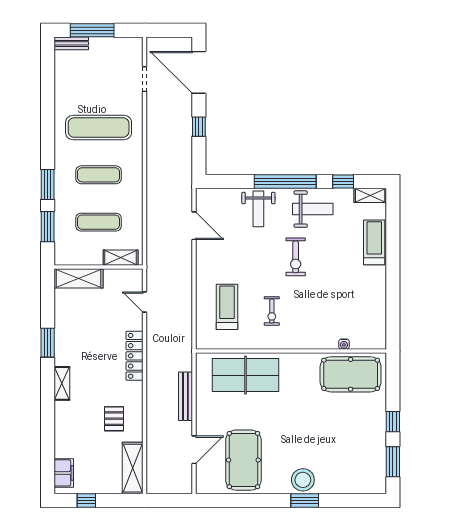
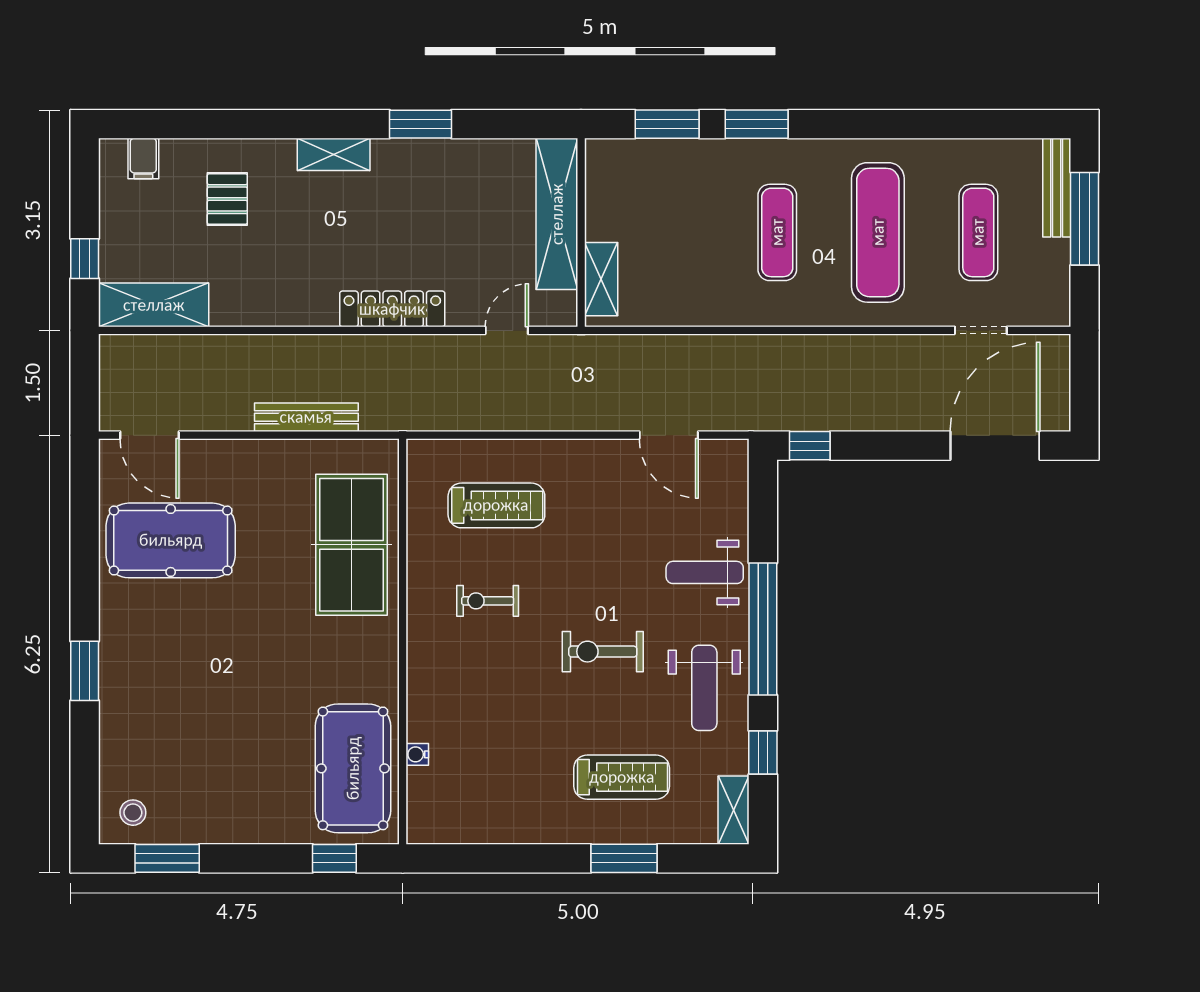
bench: (71, 43) -> (1057, 188), width x1.36
window: (199, 127) -> (810, 446), moved
exercise mat: (99, 222) -> (978, 232), moved
door: (194, 226) -> (669, 435), hinge flipped
treadmill: (374, 242) -> (622, 777), moved
window: (393, 247) -> (624, 858), added
shelving: (78, 278) -> (557, 214), width x1.47
pallet: (114, 419) -> (227, 199), moved, turned 90
window: (393, 422) -> (334, 858), moved
door: (194, 450) -> (149, 435), moved
filing cabinet: (64, 473) -> (143, 158), width x0.50
stool: (303, 480) -> (133, 813), moved, width x0.53, depth x0.53
window: (86, 501) -> (85, 259), moved

